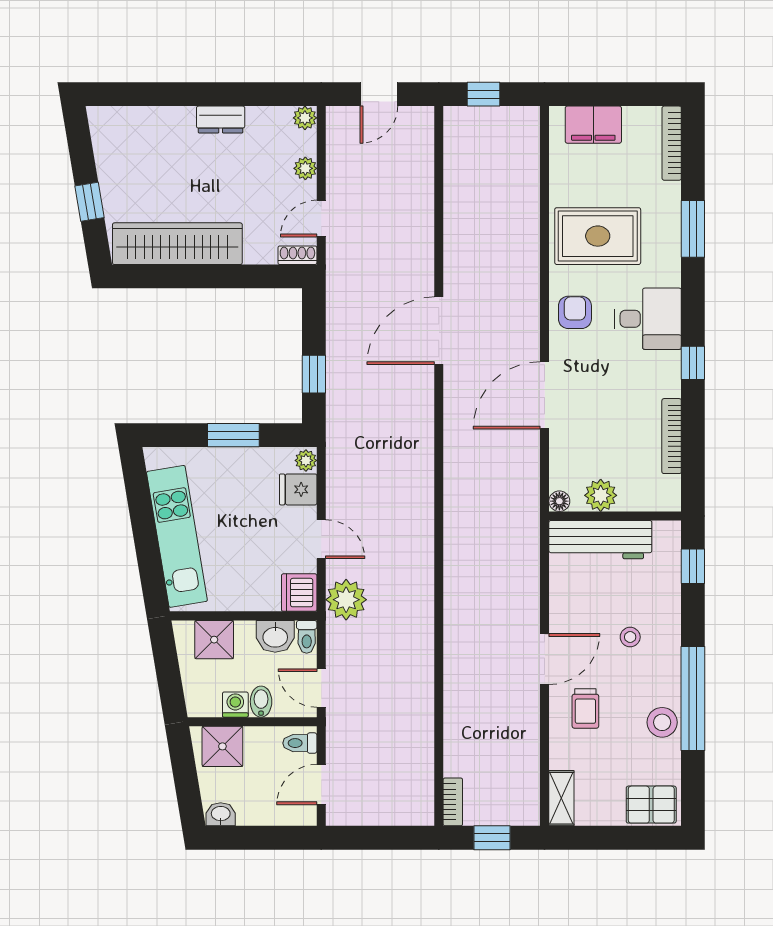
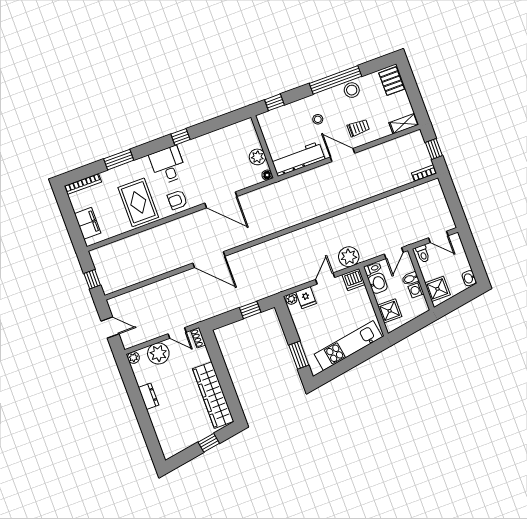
plant: (305, 168) -> (158, 353), width x1.88, depth x1.88
window: (233, 435) -> (299, 355), moved
bookcase: (672, 436) -> (218, 134), removed
workbench: (600, 540) -> (298, 159), moved, turned -90

